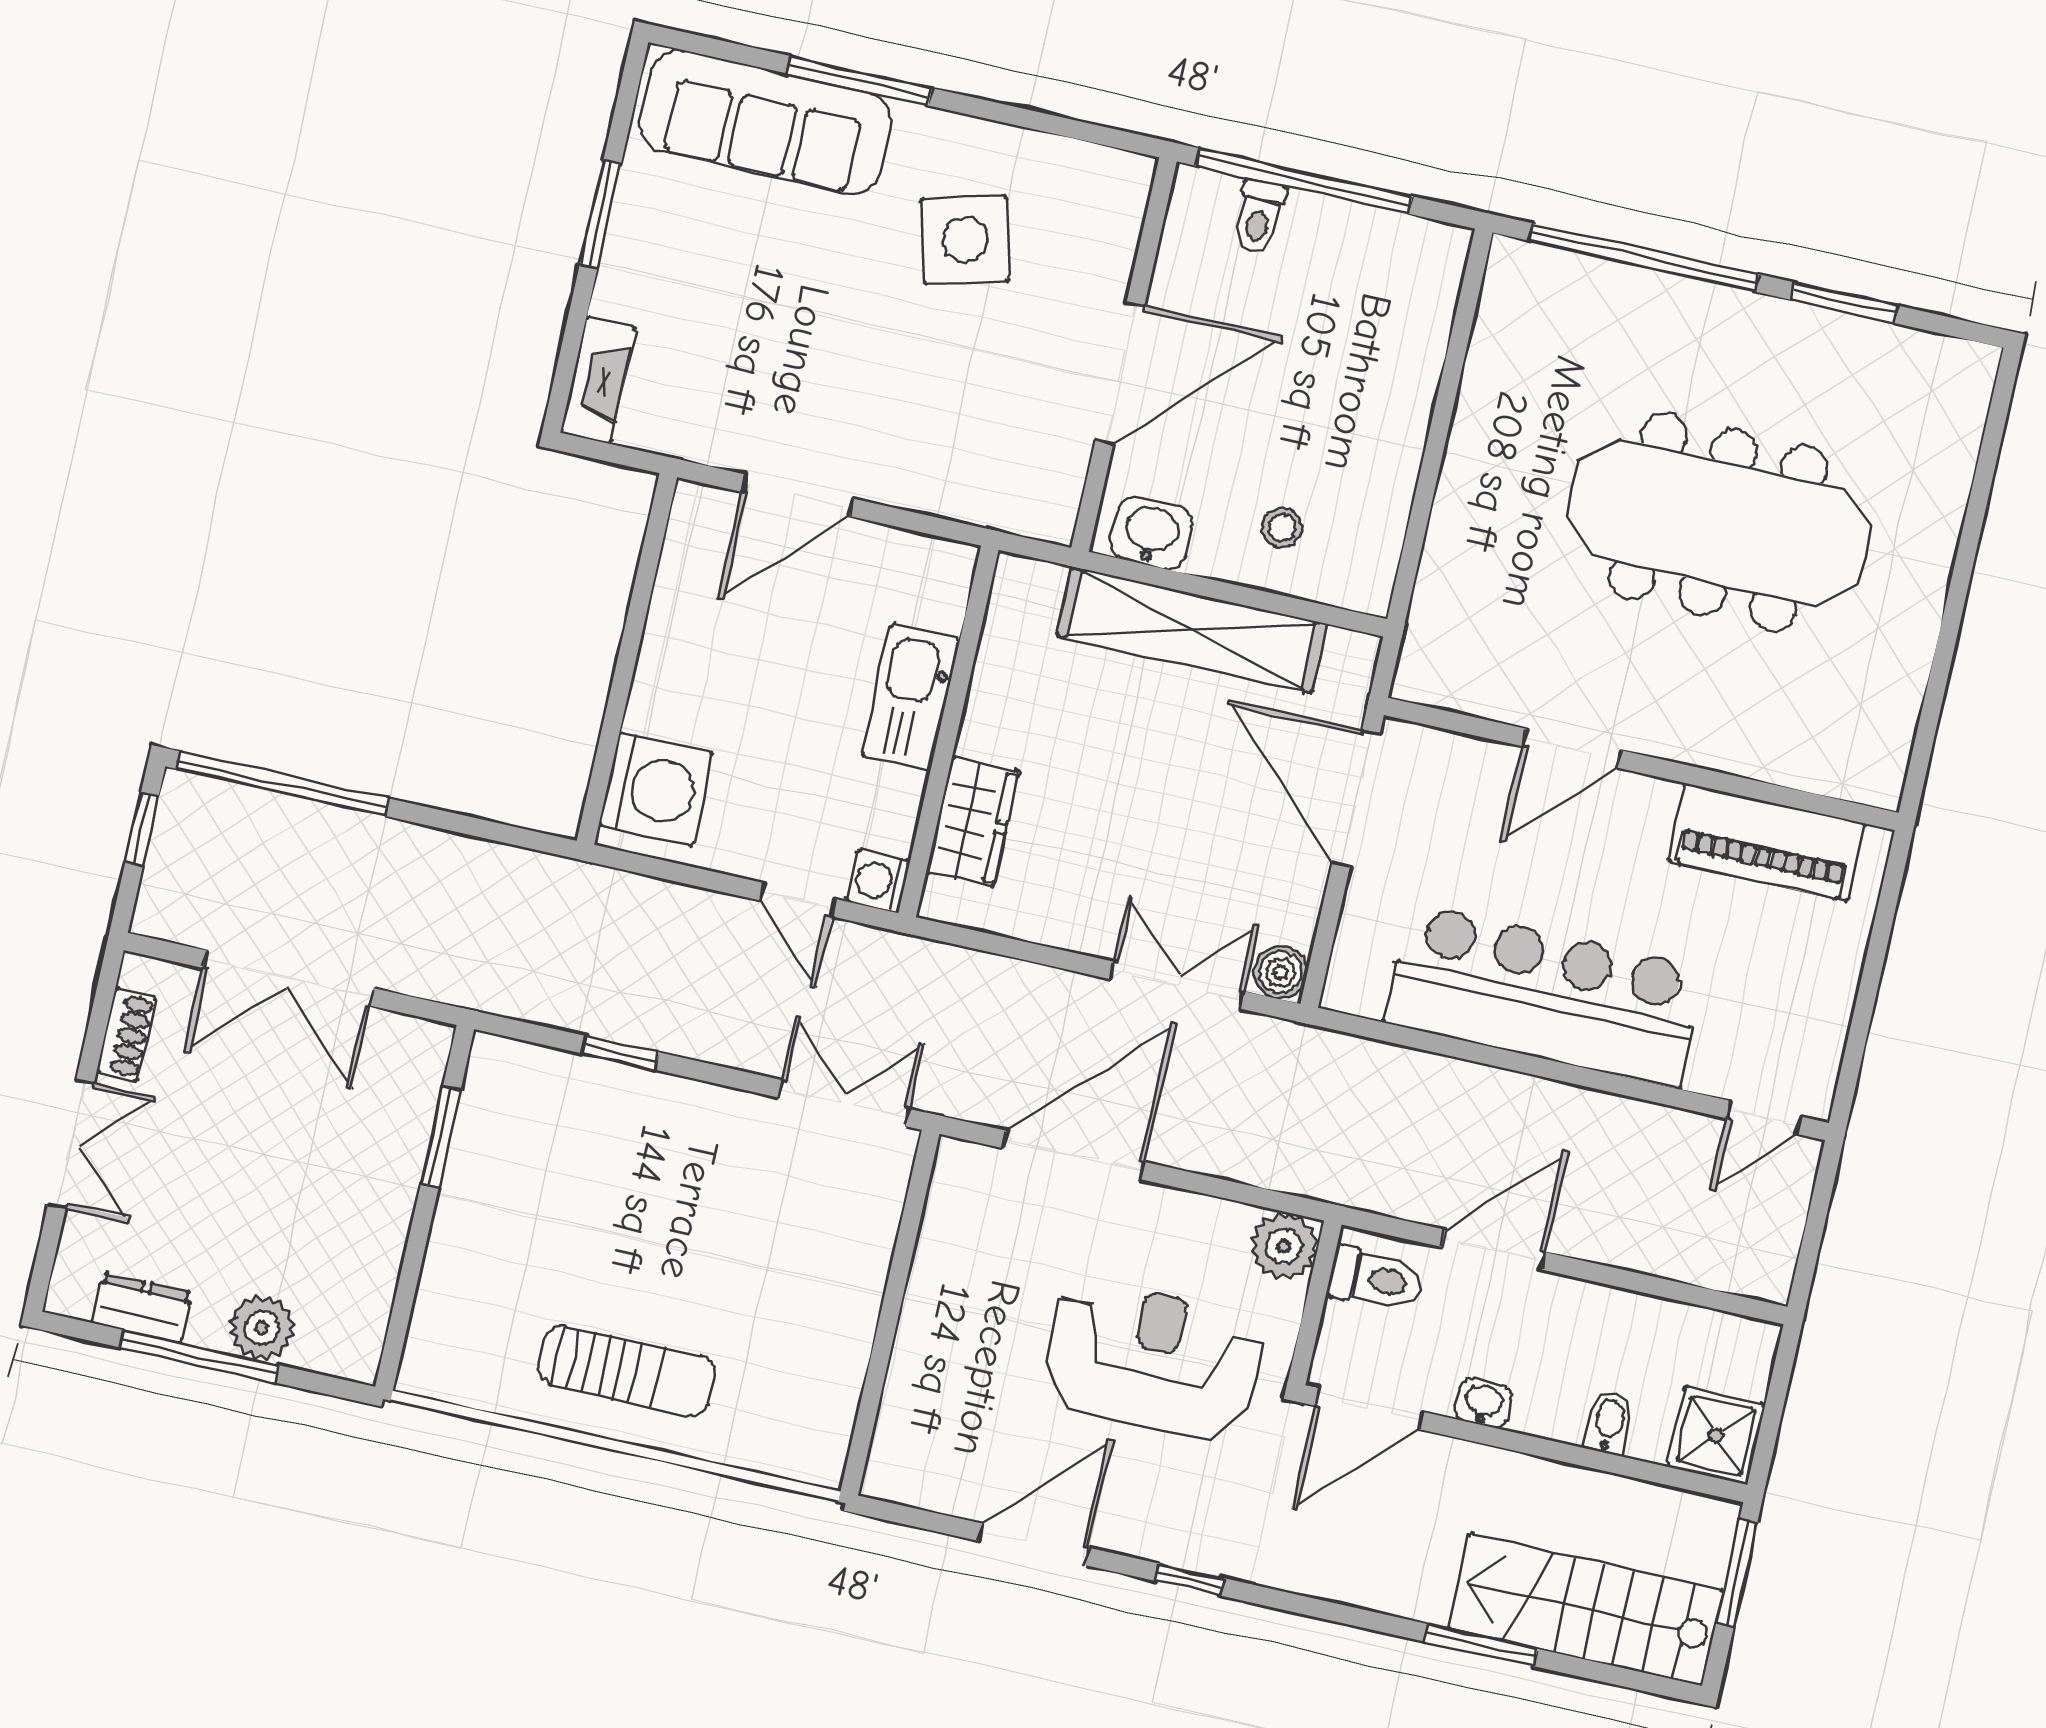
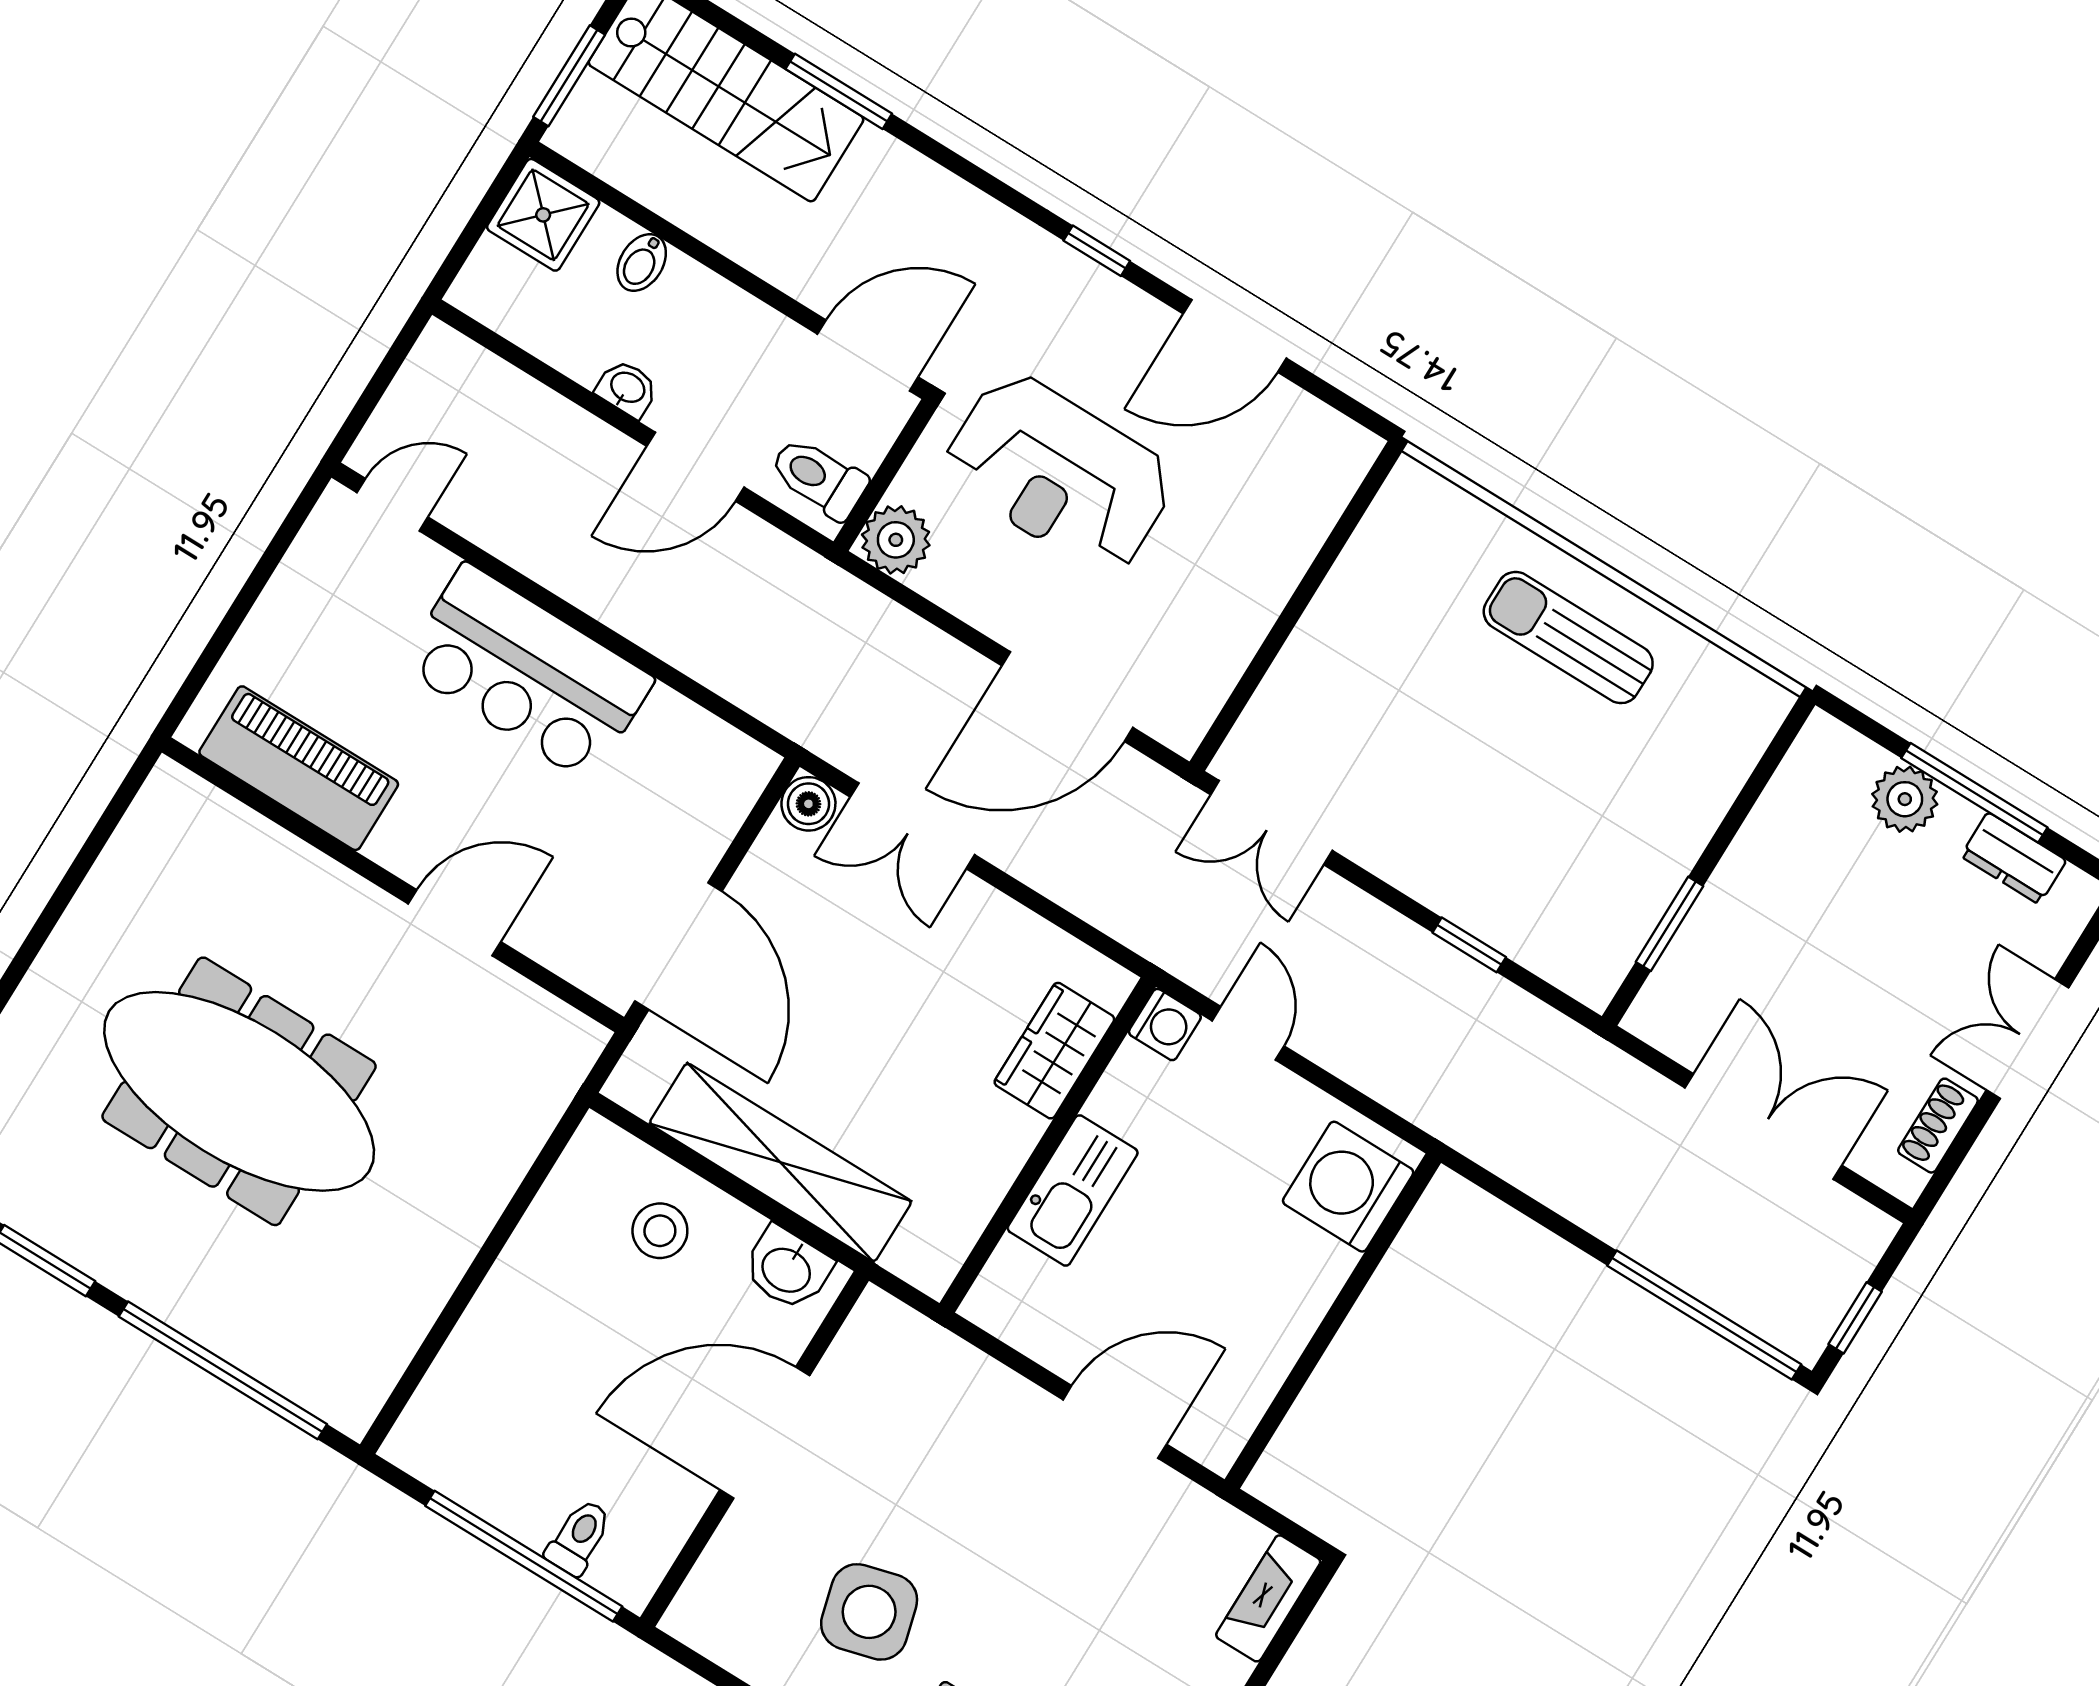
stool: (1282, 527) -> (660, 1231), width x1.37, depth x1.37
bar counter: (1545, 995) -> (527, 673), width x0.73
washbasin: (1483, 1403) -> (627, 388), moved, turned 180

